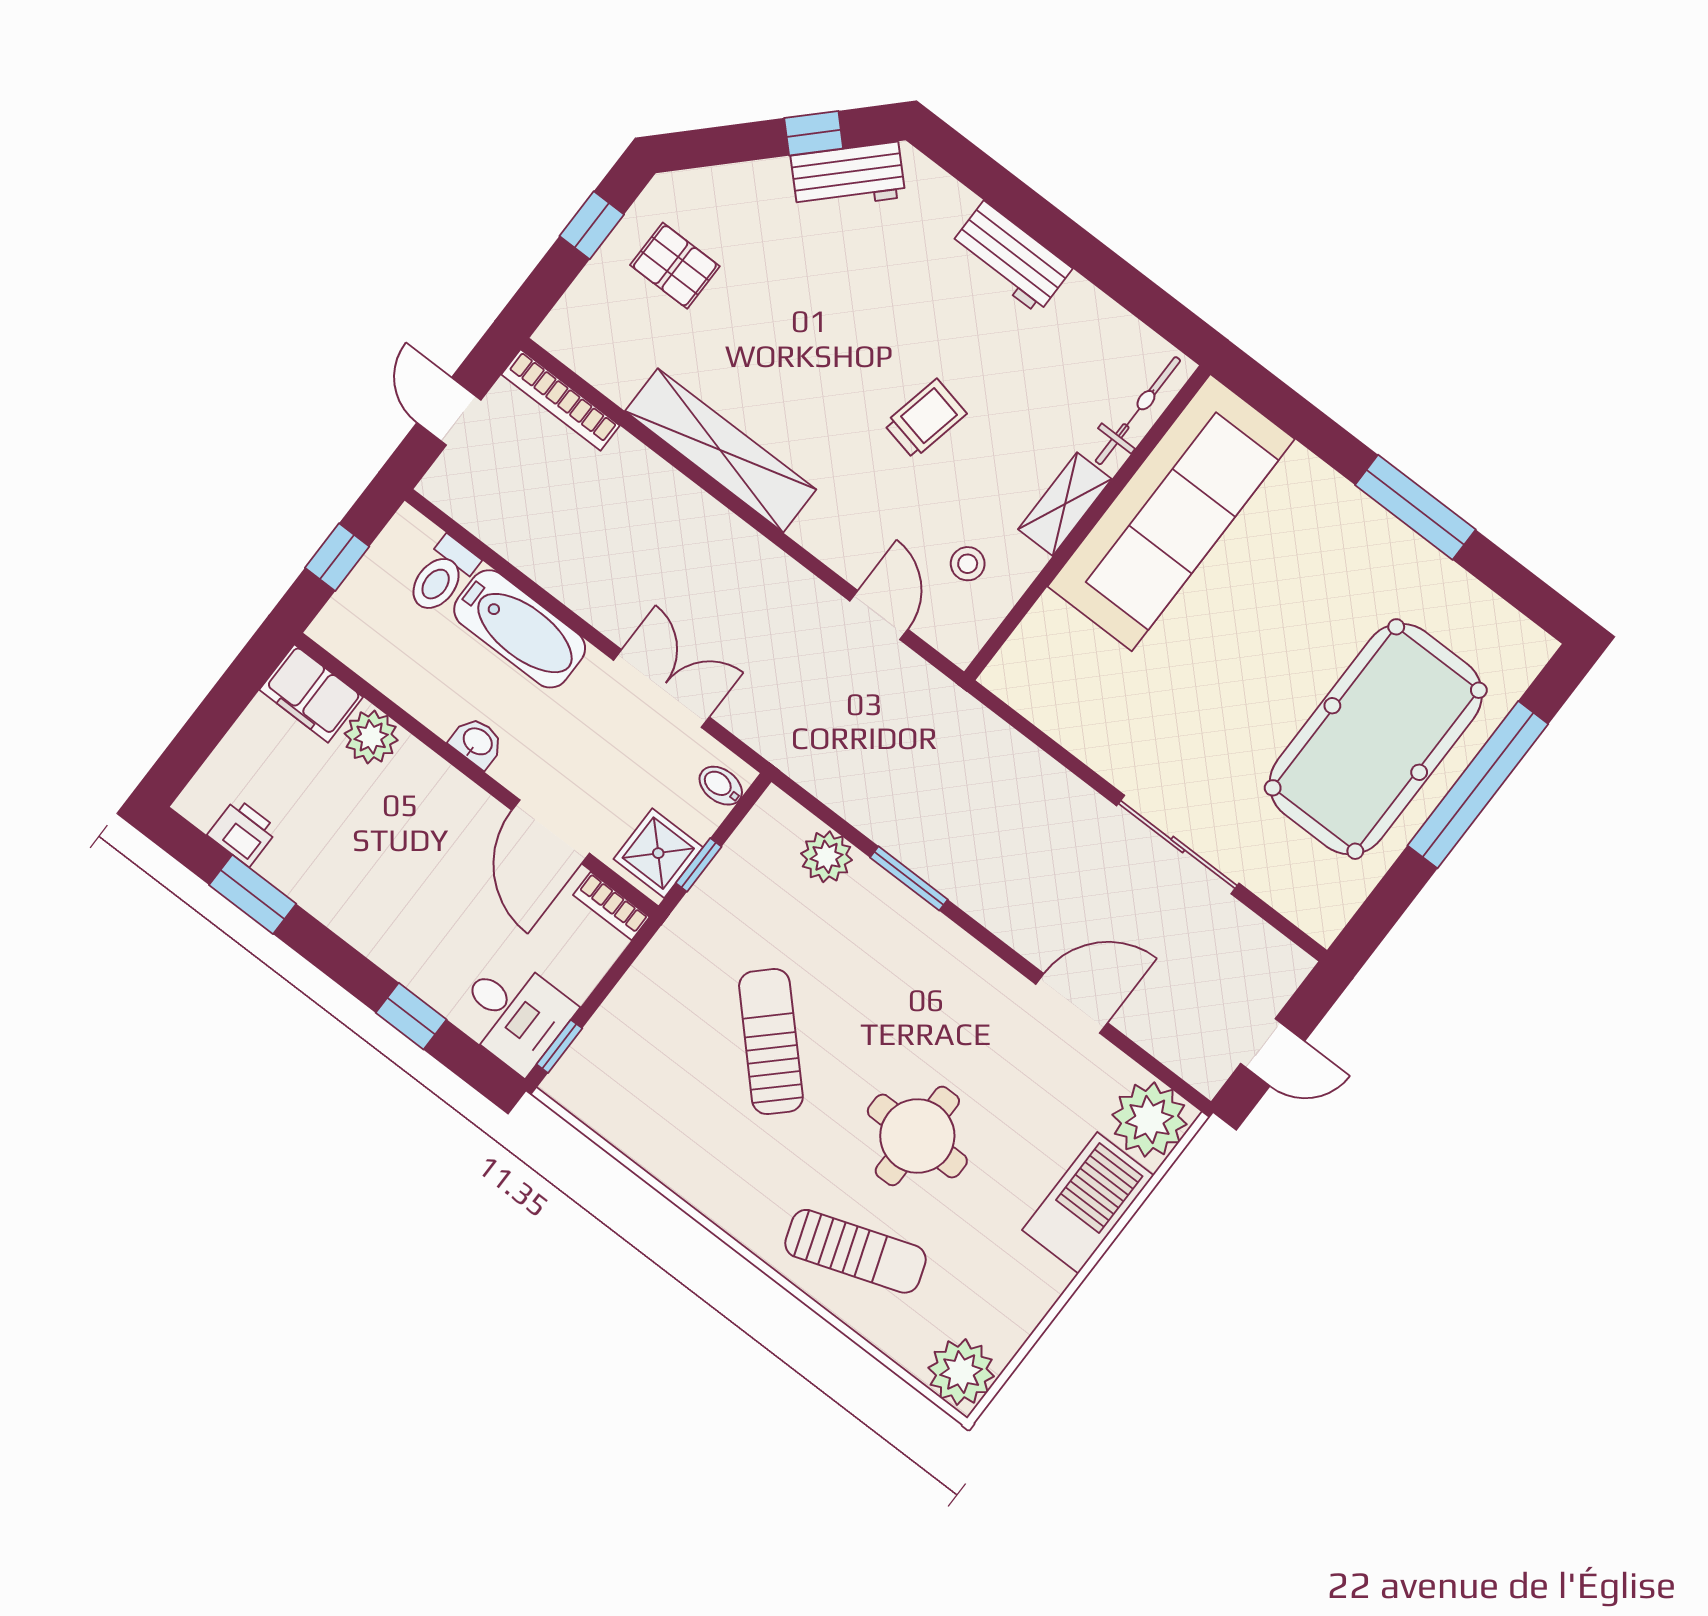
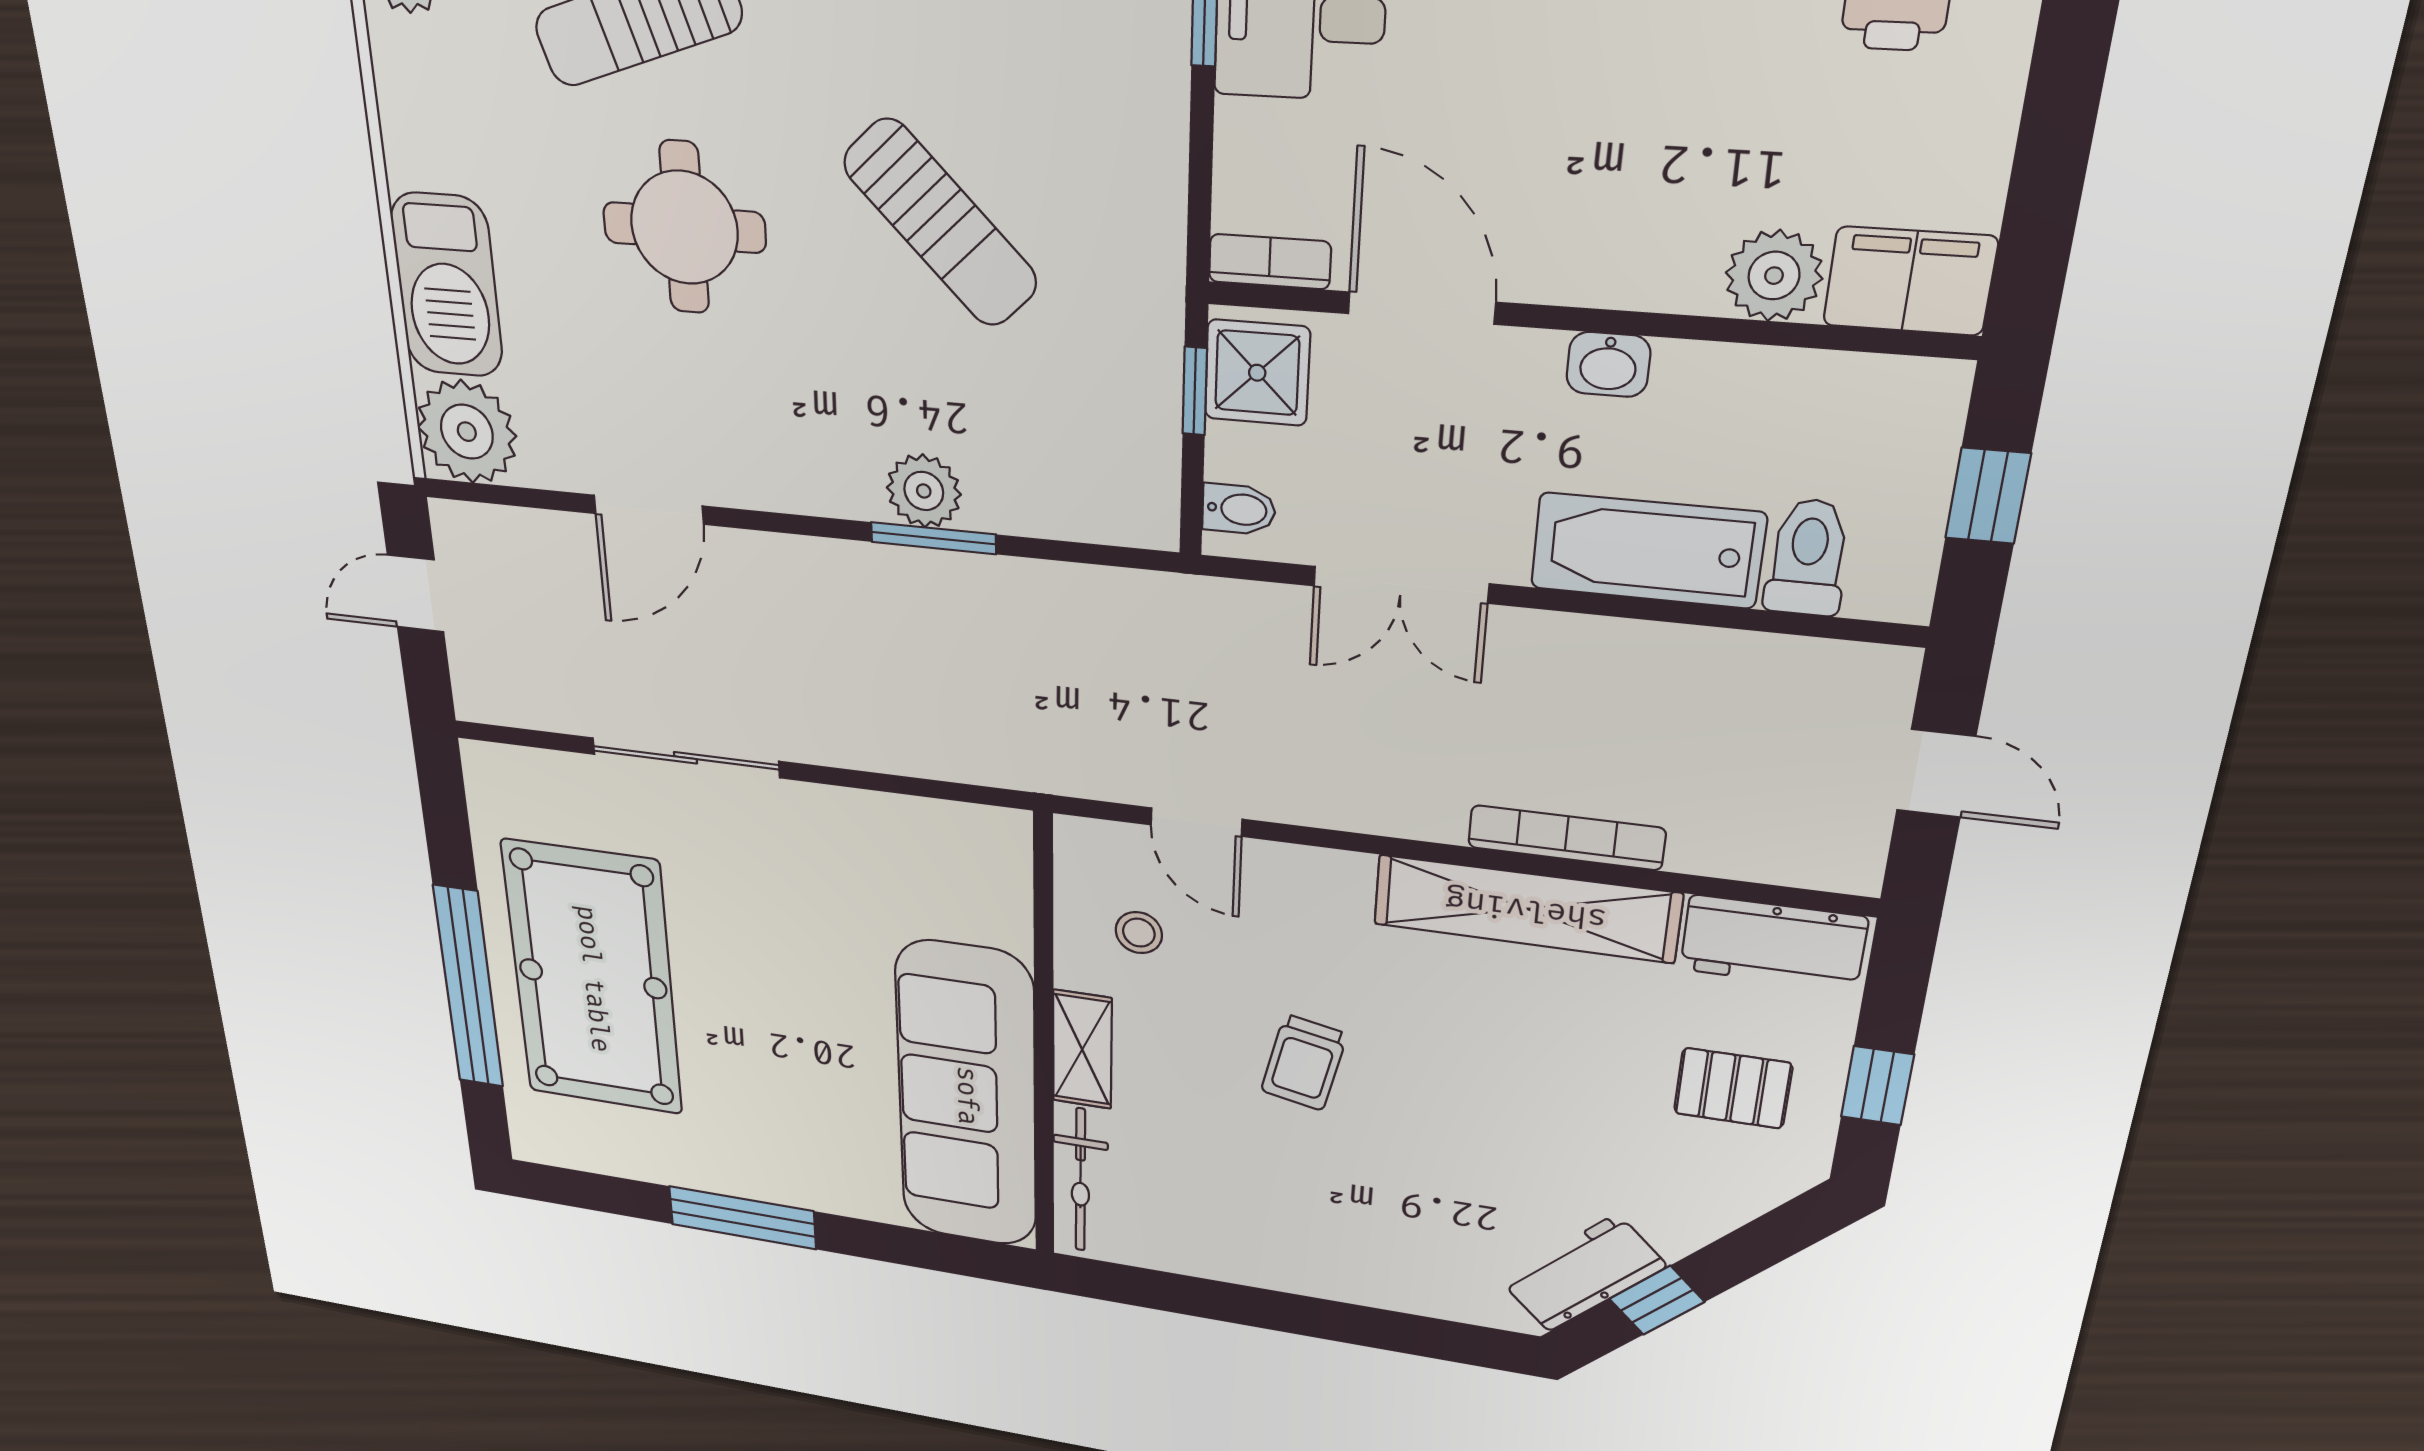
workbench: (1011, 257) -> (1773, 943), moved, turned 180
bookcase: (561, 400) -> (1566, 838), moved
plant: (827, 857) -> (924, 491), moved

